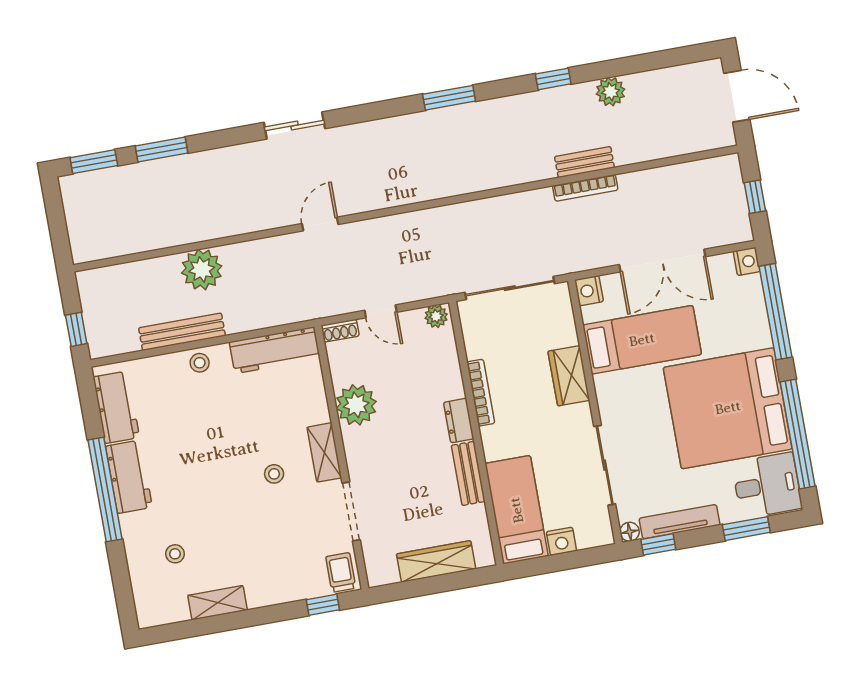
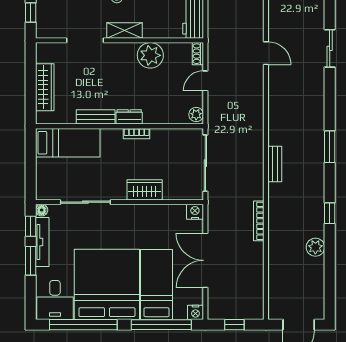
bench: (584, 162) -> (275, 164), moved
bed: (642, 340) -> (156, 285), moved, turned 180
bookcase: (481, 393) -> (137, 134), width x0.64
window: (746, 529) -> (31, 261), moved
nightstand: (561, 541) -> (43, 167), removed
trolley: (341, 572) -> (49, 27), removed

